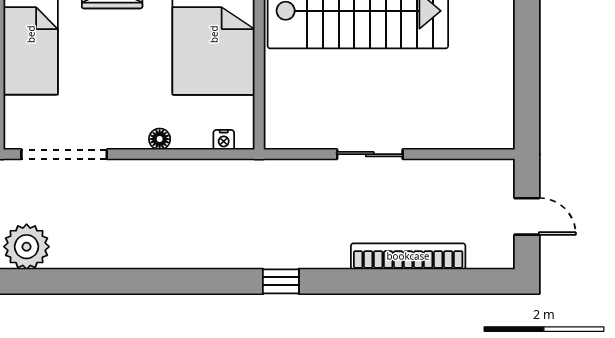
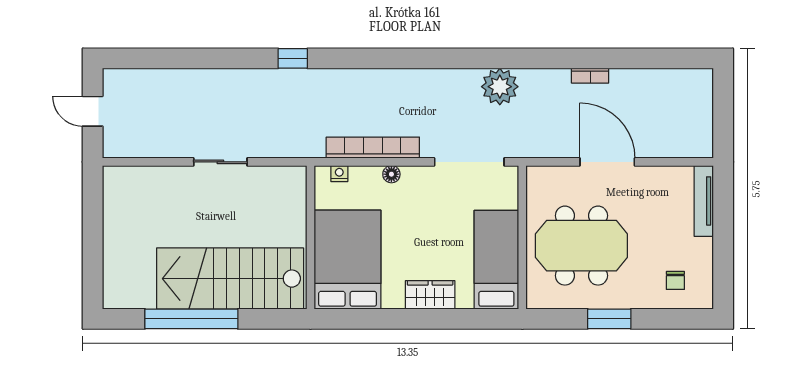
bookcase: (408, 256) -> (373, 148), moved, turned 180

